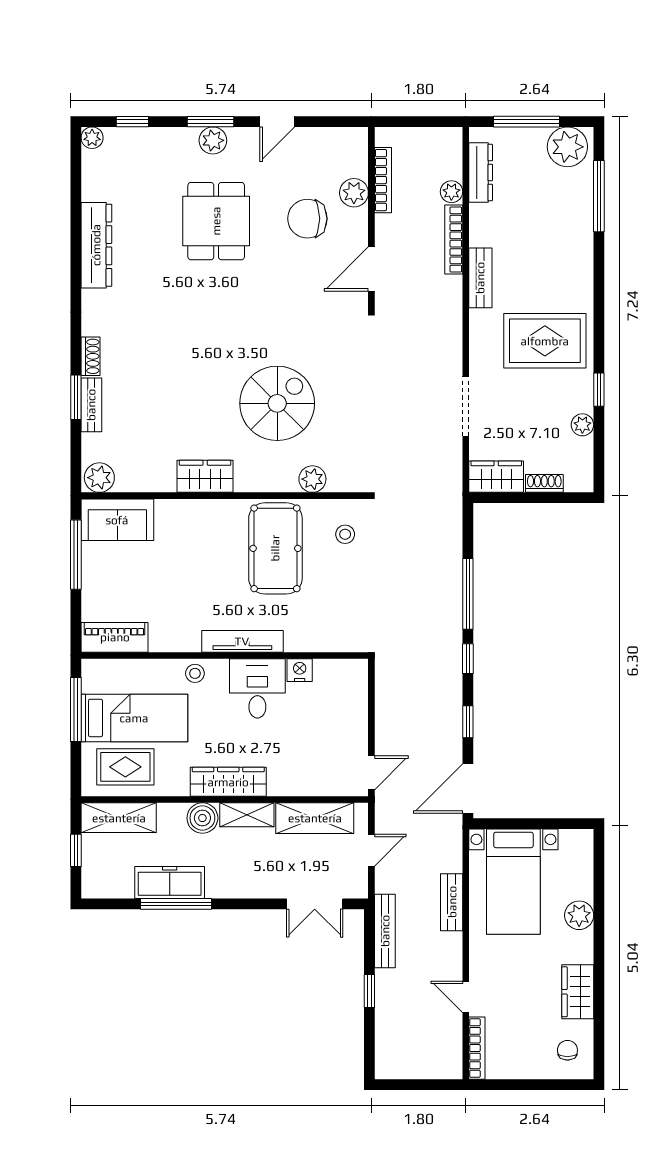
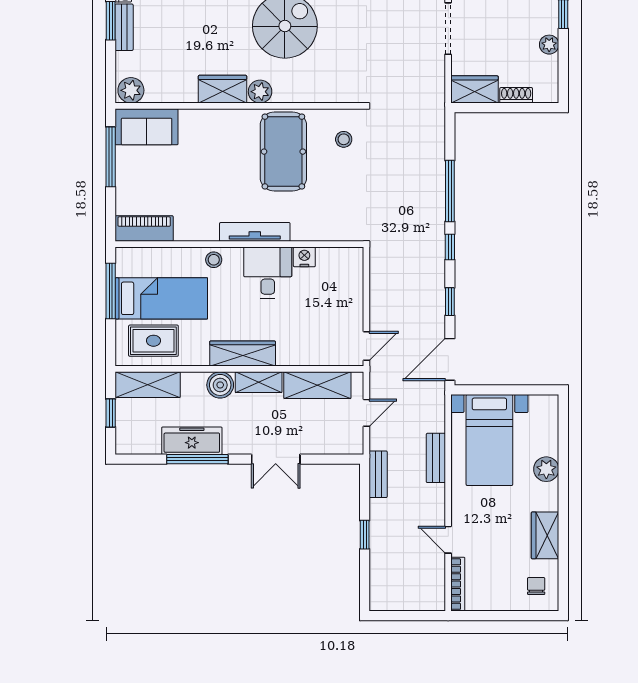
plant: (312, 479) -> (260, 92), moved
double door: (315, 904) -> (276, 459), moved
bench: (385, 931) -> (378, 474), width x0.73

